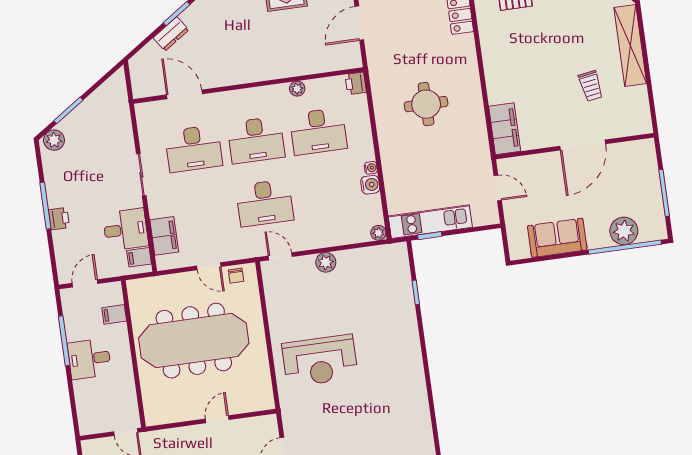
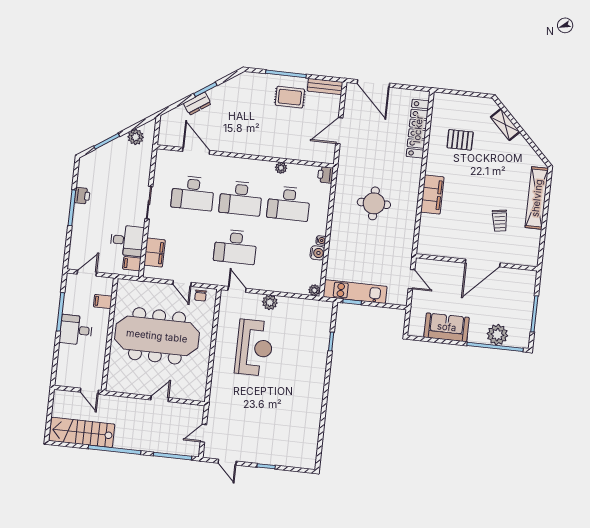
filing cabinet: (505, 129) -> (432, 194), moved
plant: (54, 140) -> (136, 137), moved
printer: (59, 219) -> (82, 196), moved
reception desk: (320, 361) -> (254, 348), moved, turned -90

